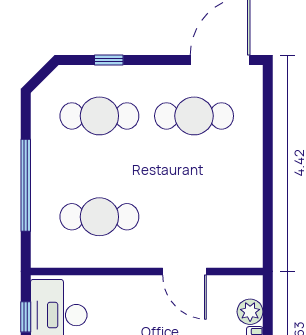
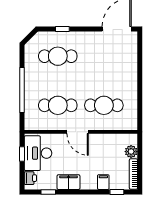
cafe table: (194, 116) -> (104, 105), moved
door: (185, 271) -> (78, 132), moved

